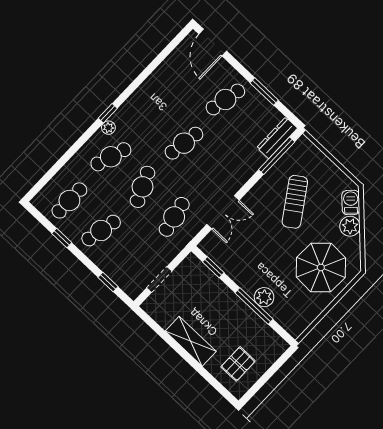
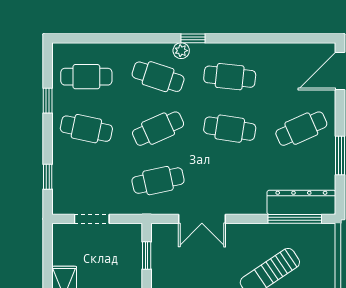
cafe table: (225, 99) -> (301, 129), turned -36
cafe table: (152, 113) -> (230, 77), added
dresser: (277, 138) -> (301, 202), width x1.37, depth x1.24

